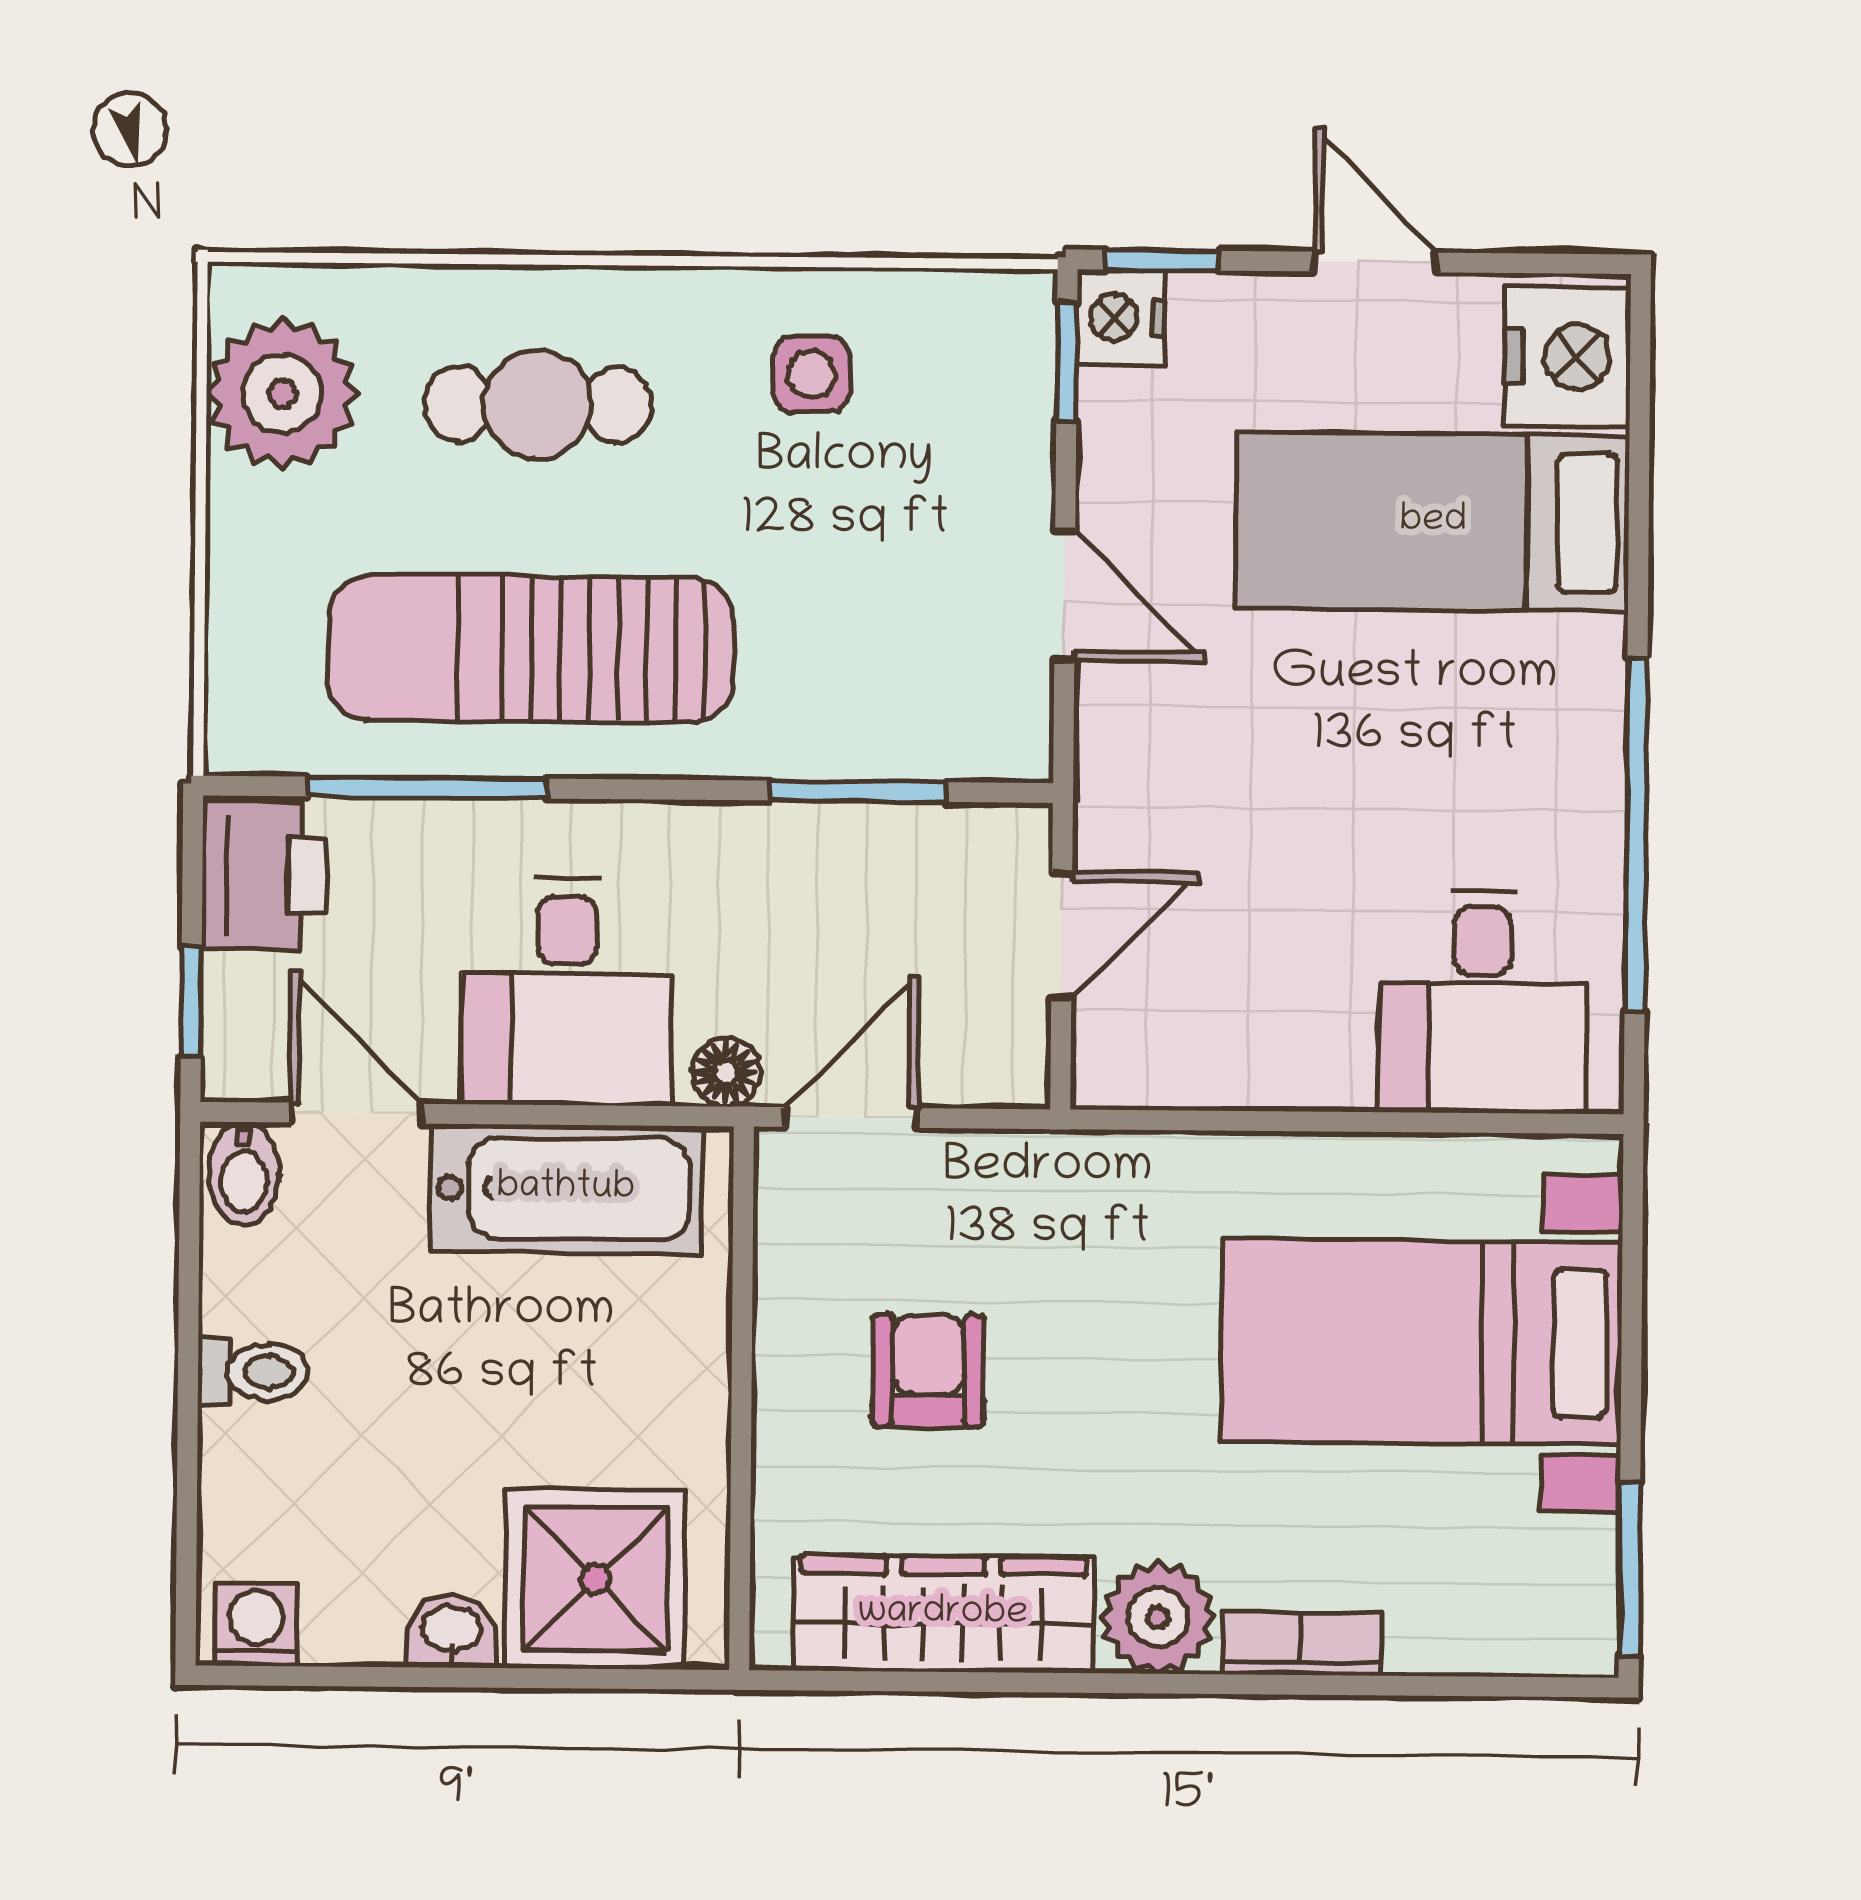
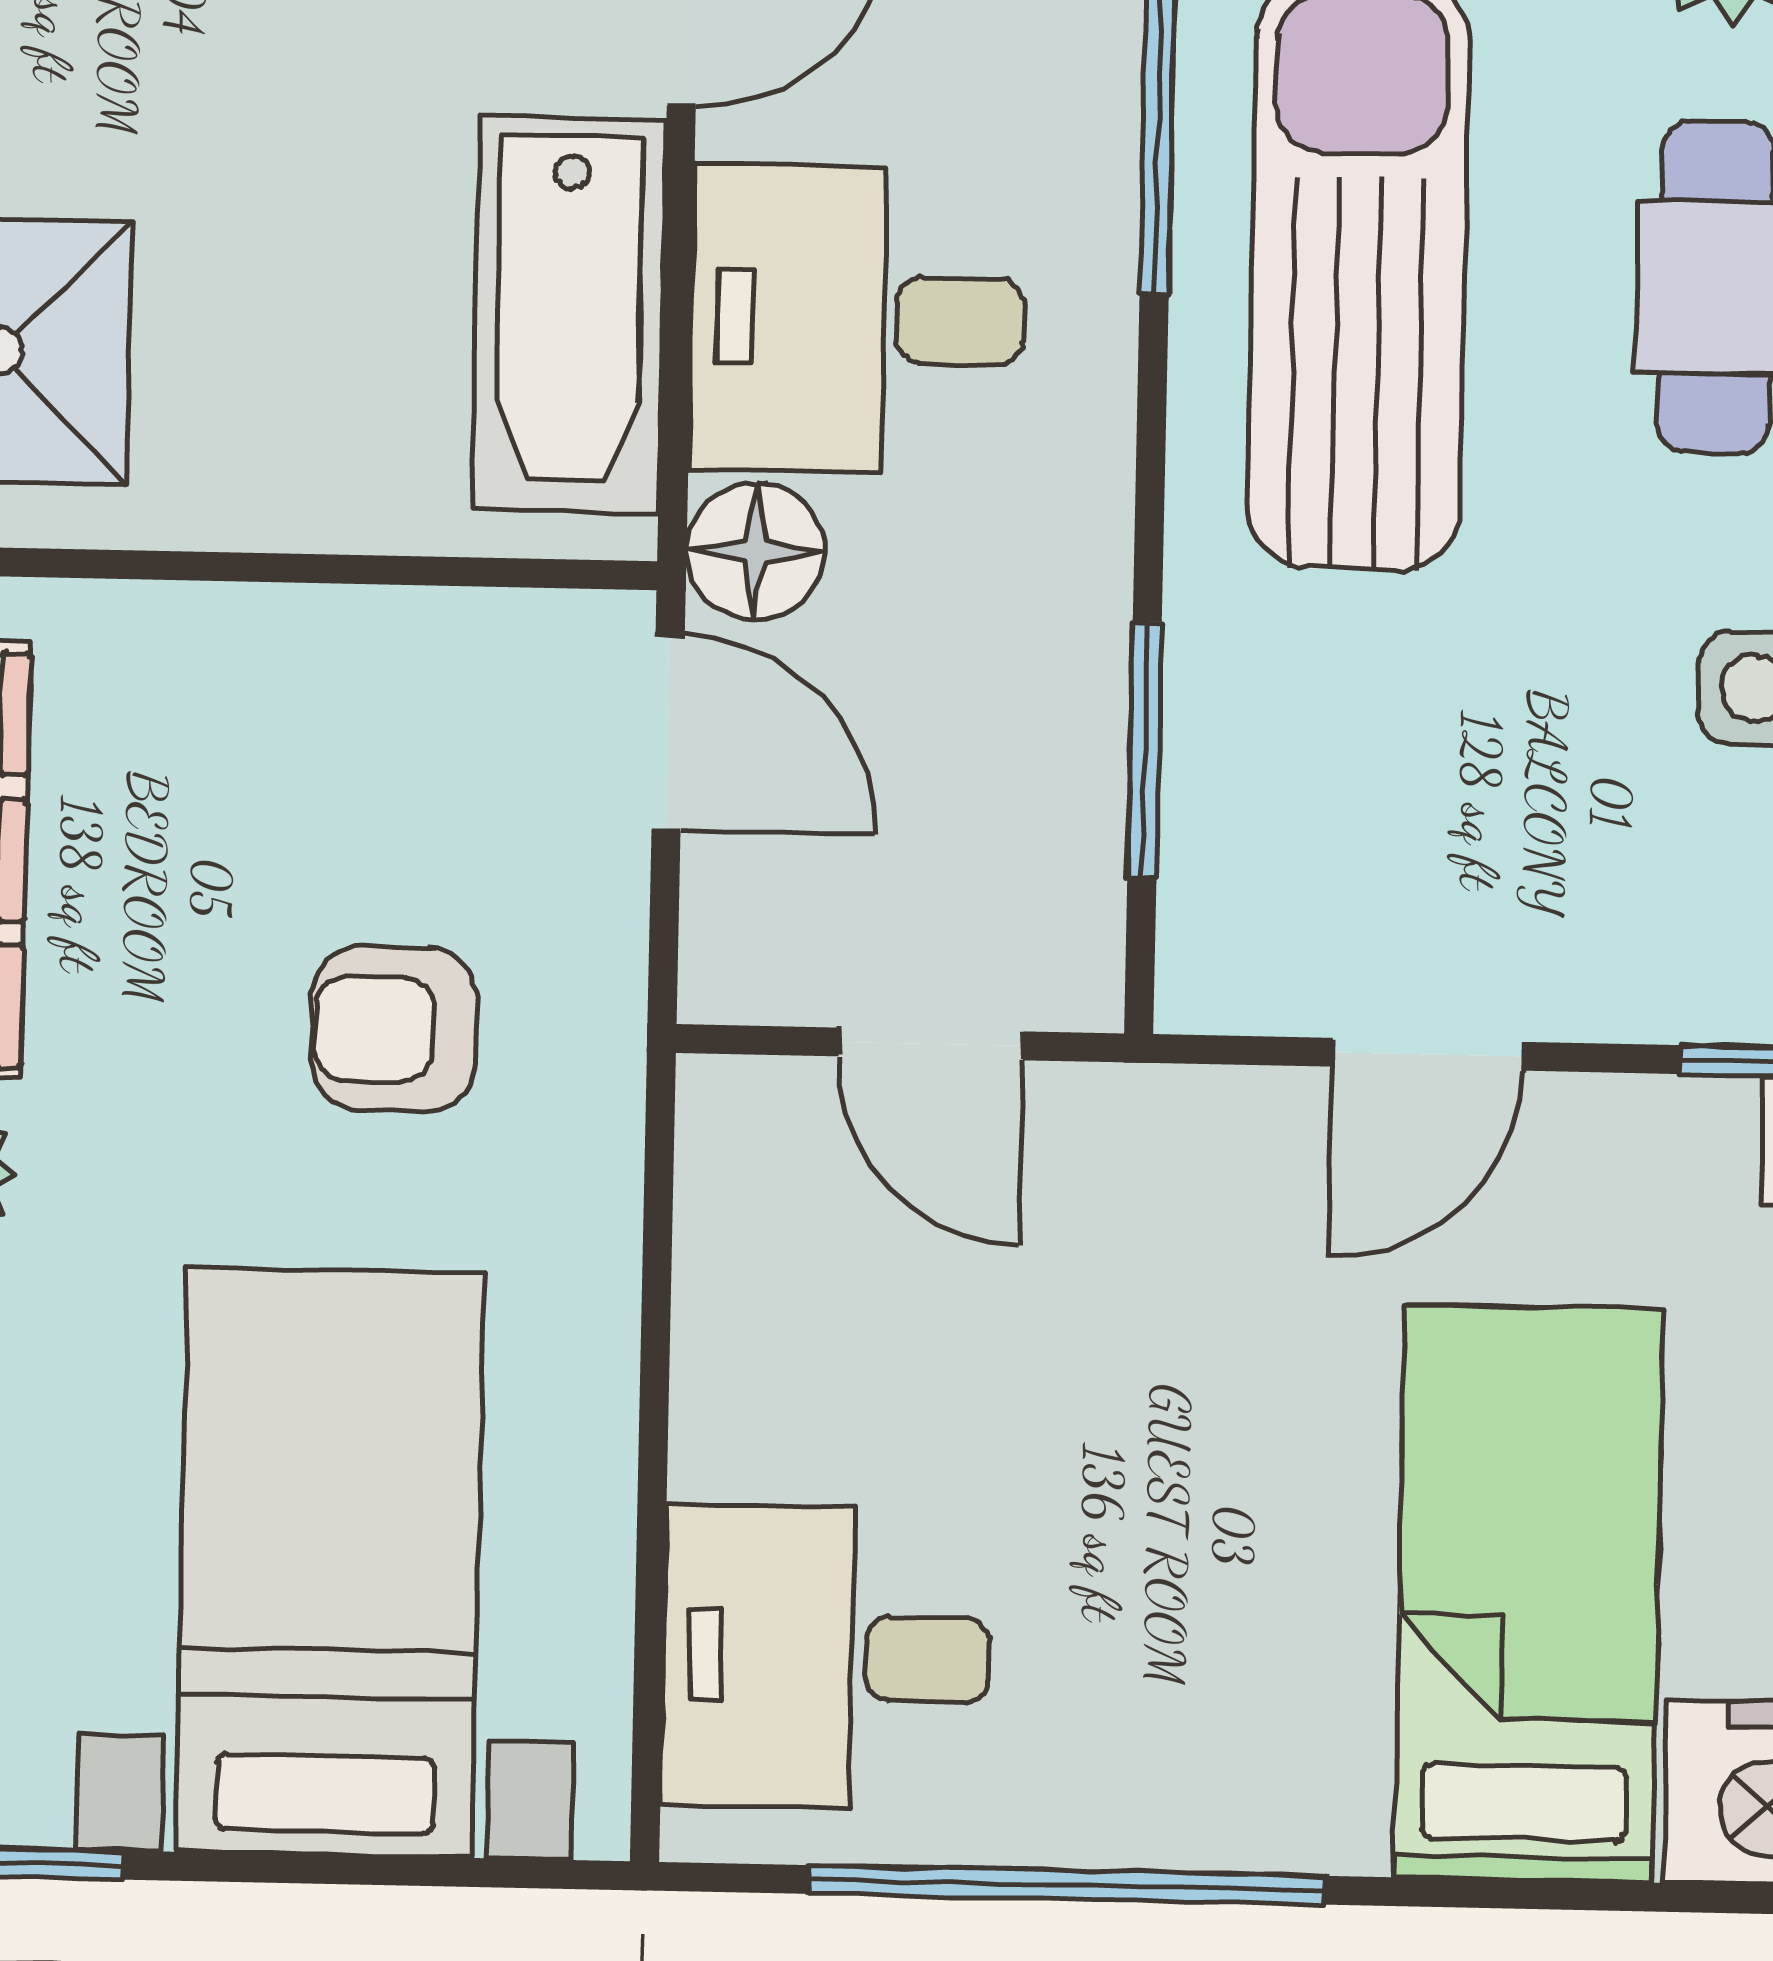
floor lamp: (726, 1072) -> (755, 551), width x1.37, depth x1.37
armchair: (928, 1371) -> (394, 1029), moved, turned 180

